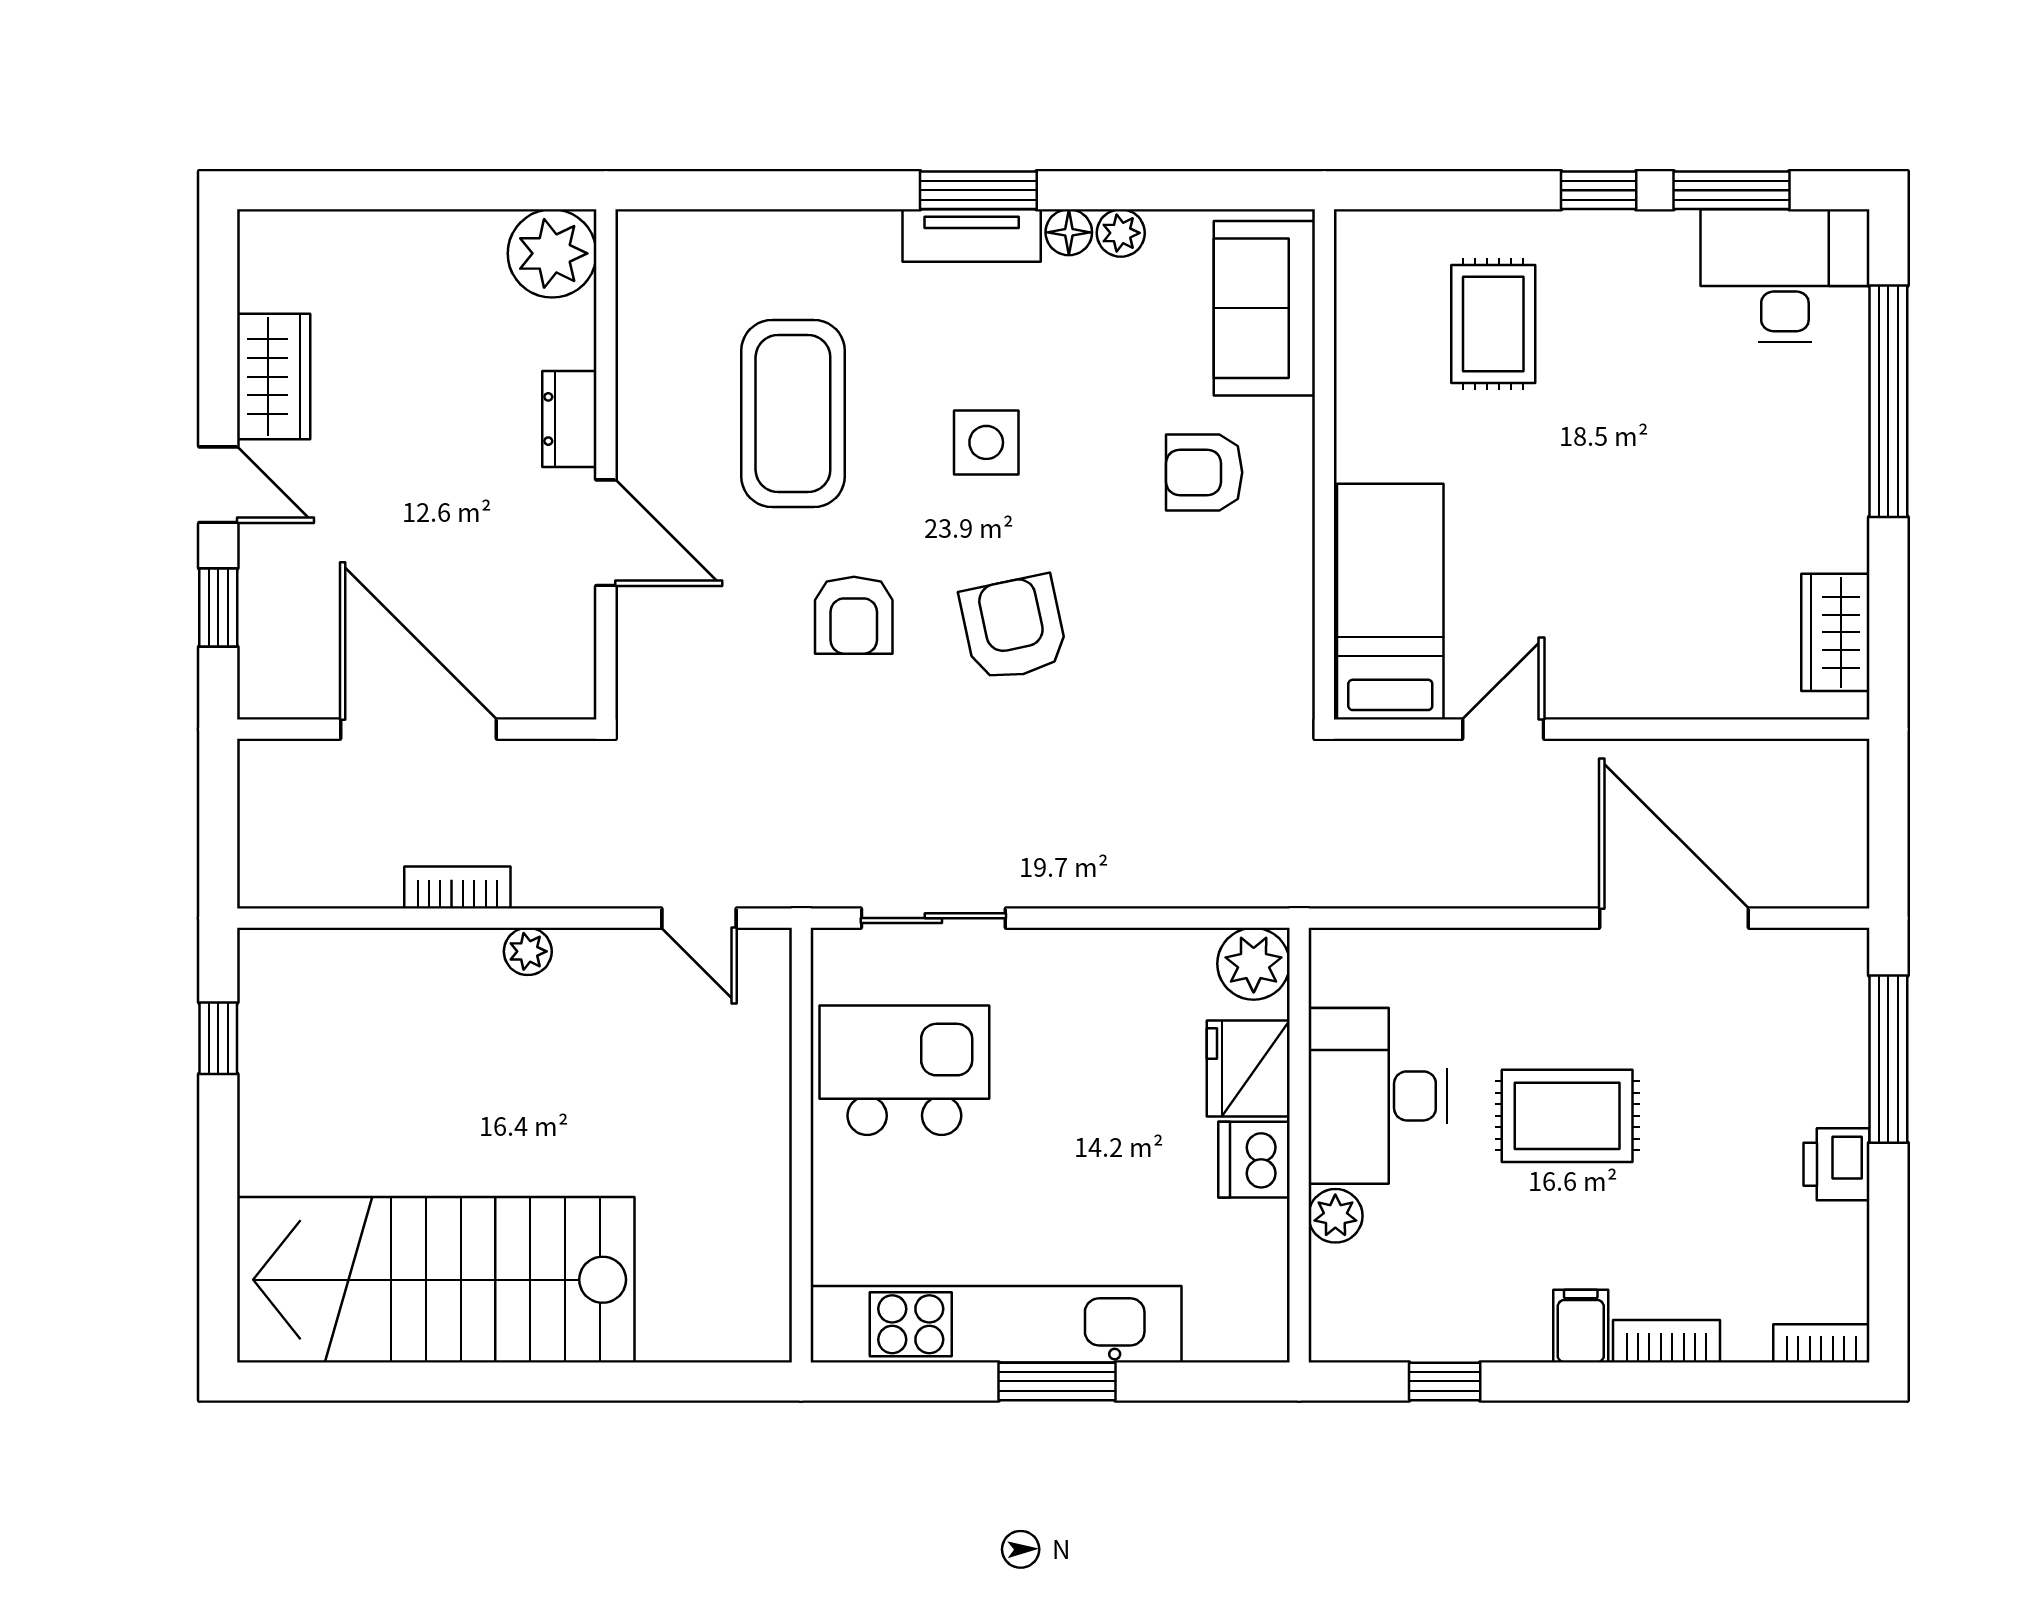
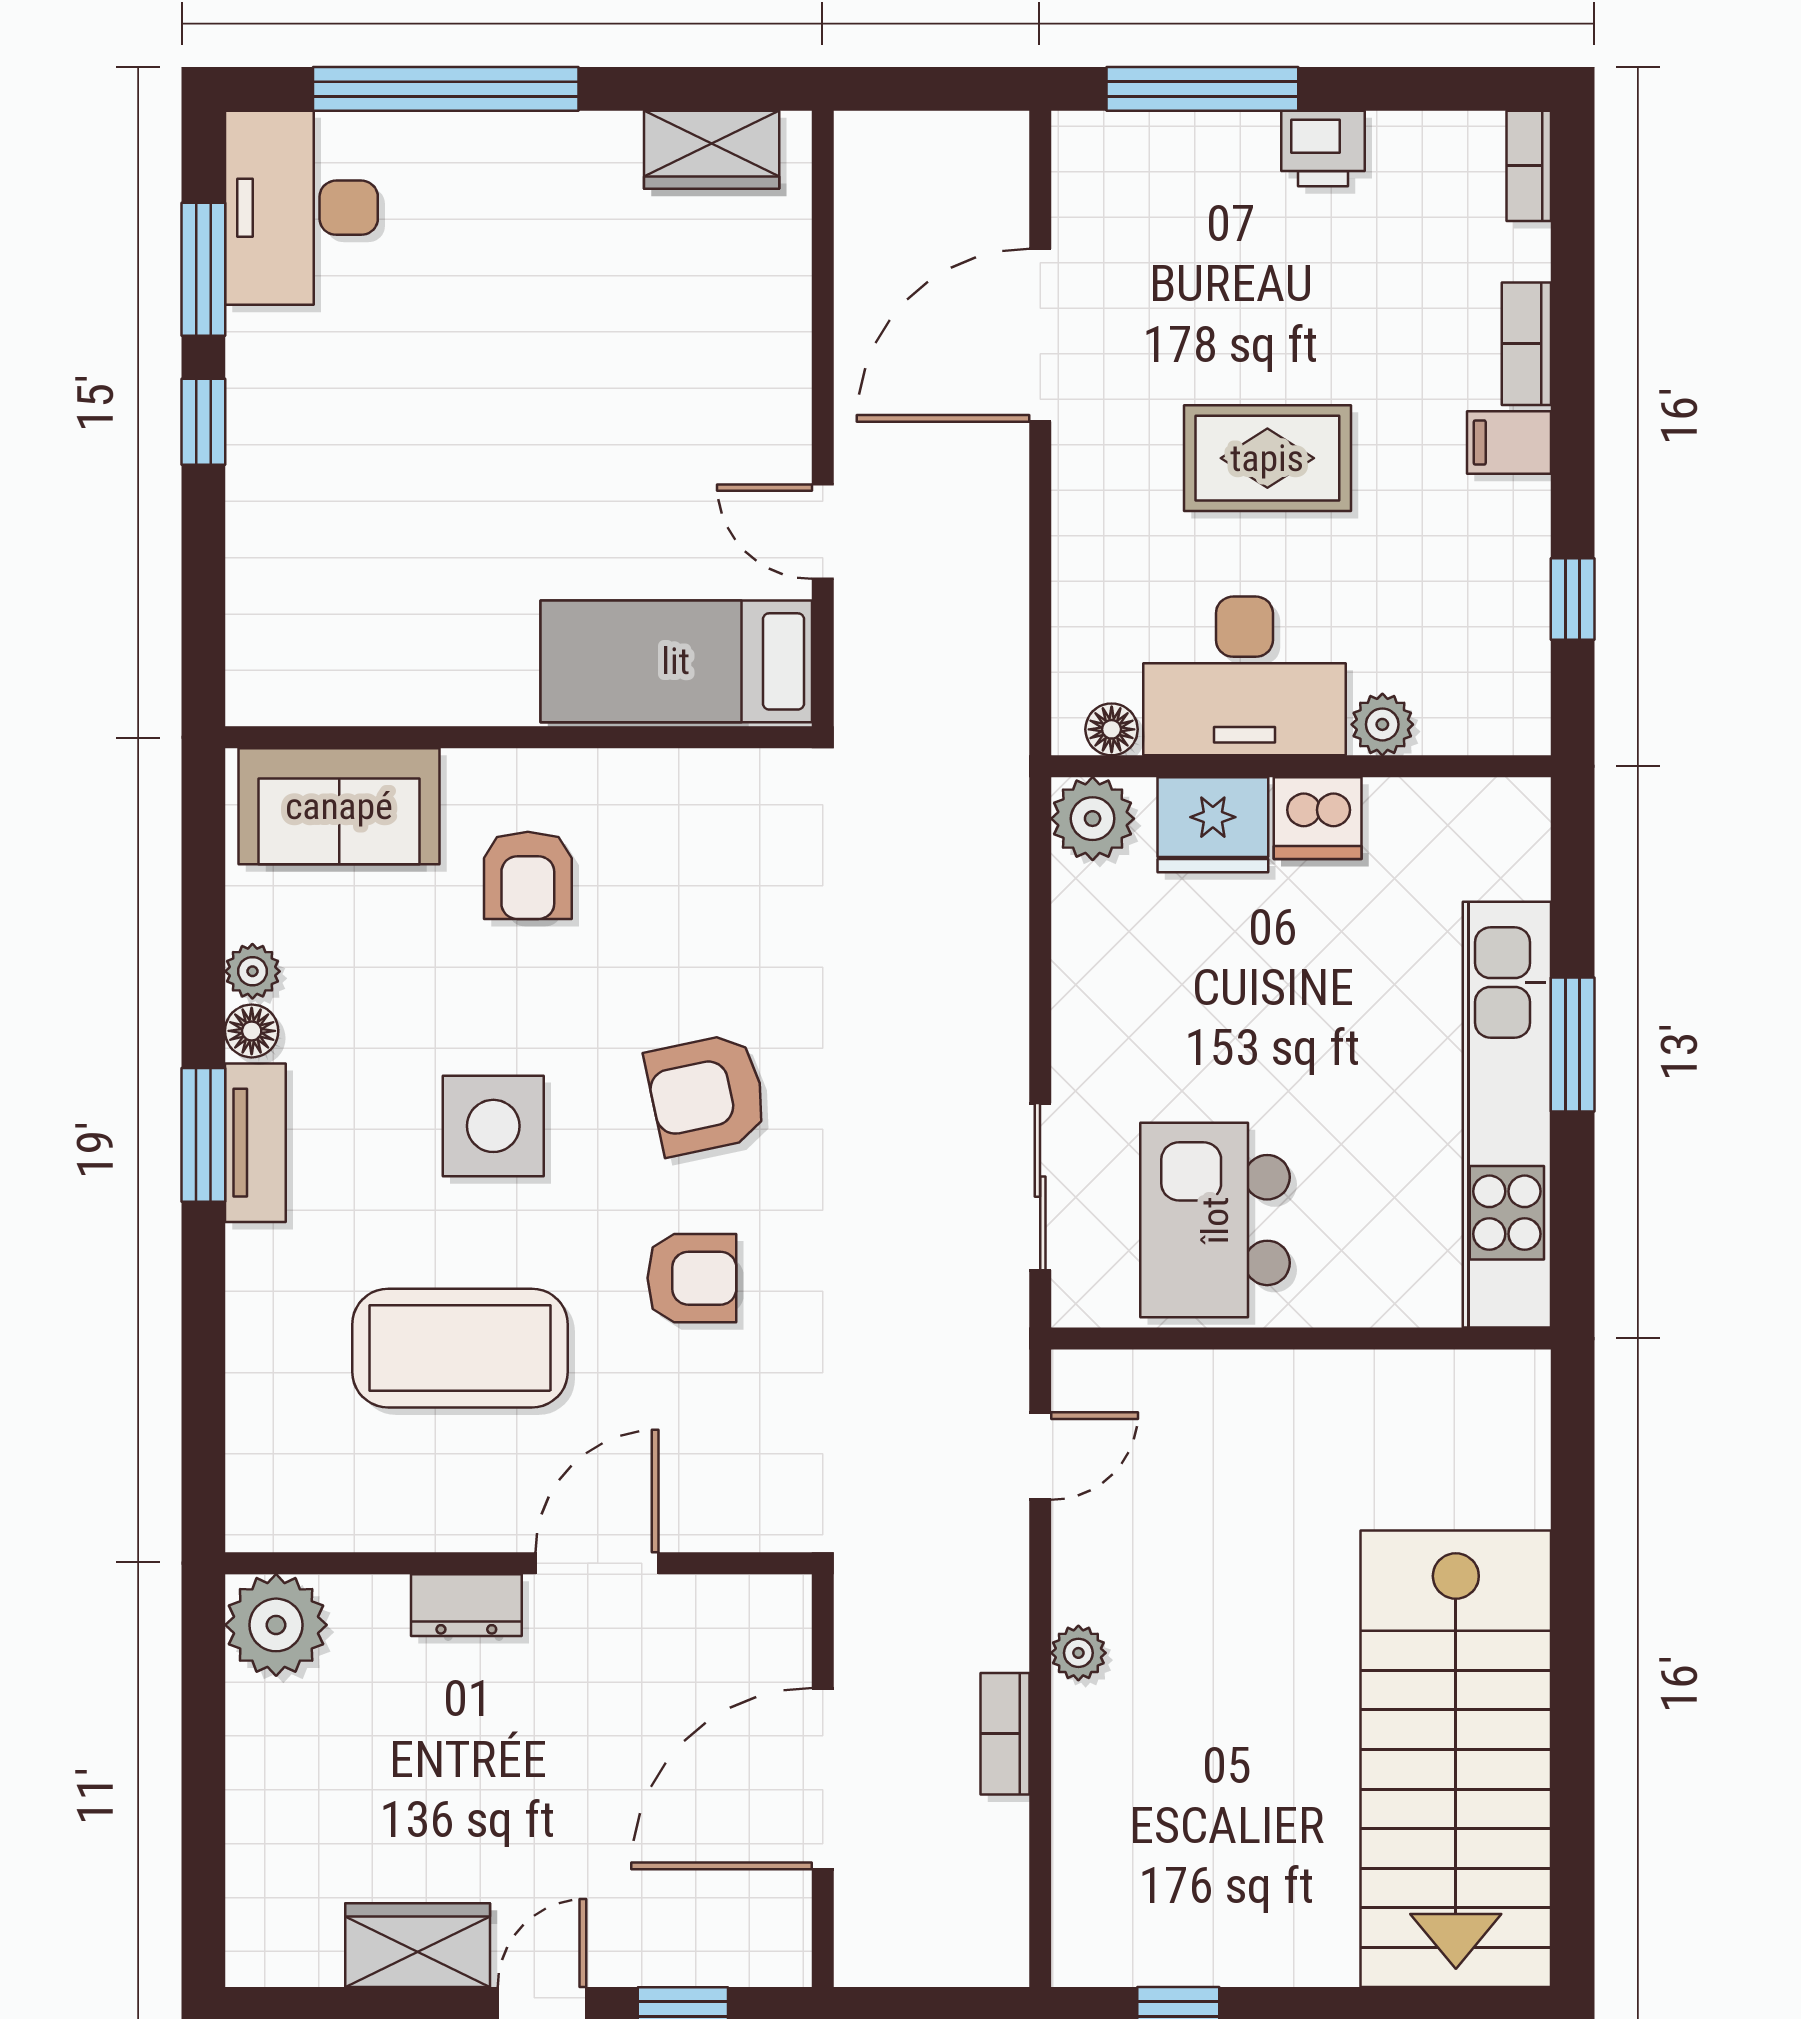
rug: (1493, 324) -> (357, 543), removed
side table: (986, 442) -> (493, 1126), width x1.37, depth x1.37
floor lamp: (1331, 980) -> (1112, 729), added
rug: (1567, 1116) -> (1267, 458), turned 90

